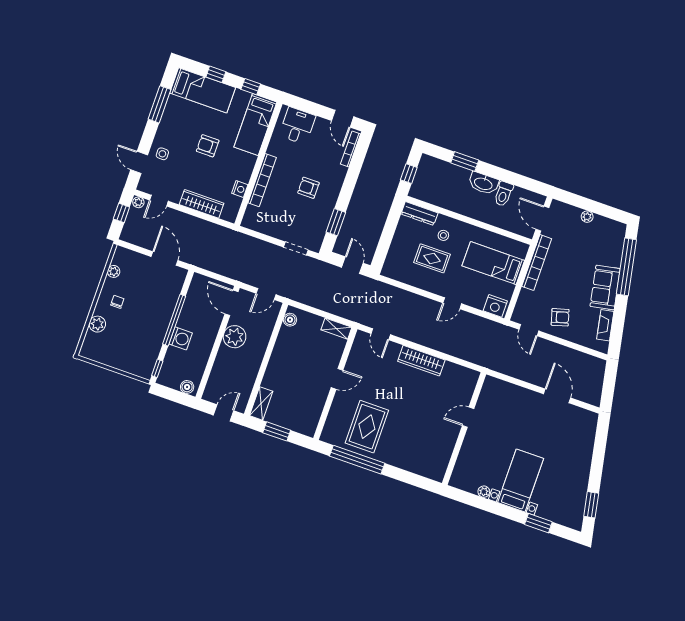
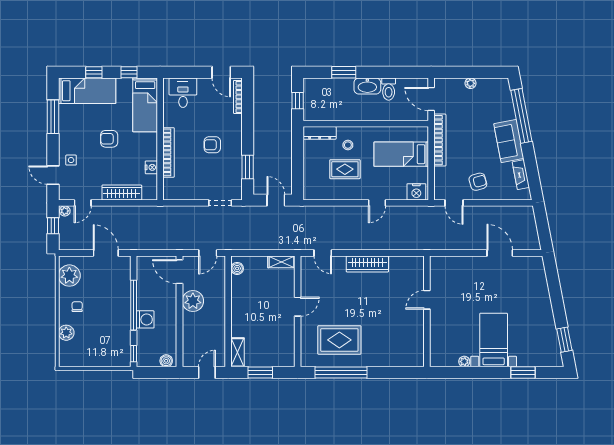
plant: (114, 271) -> (69, 276), width x1.87, depth x1.87
rug: (367, 427) -> (339, 340), turned 90

